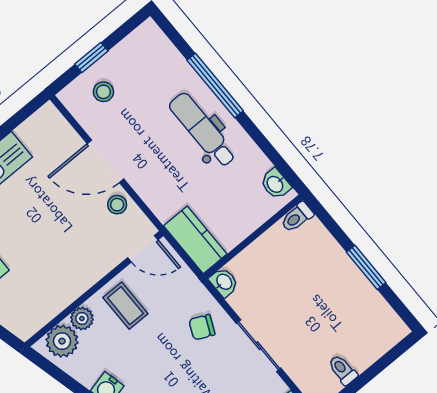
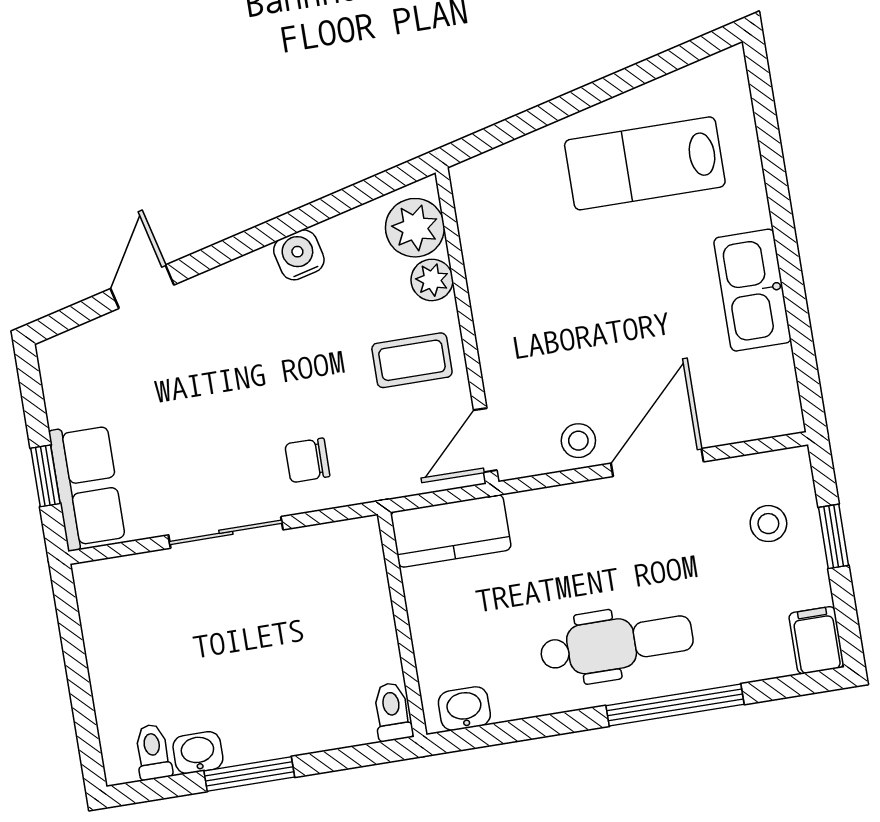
filing cabinet: (145, 37) -> (816, 640), added
washbasin: (224, 282) -> (198, 753), moved, turned 180
chair: (202, 327) -> (307, 460), turned -115
toilet: (343, 370) -> (153, 752), moved, turned -90

